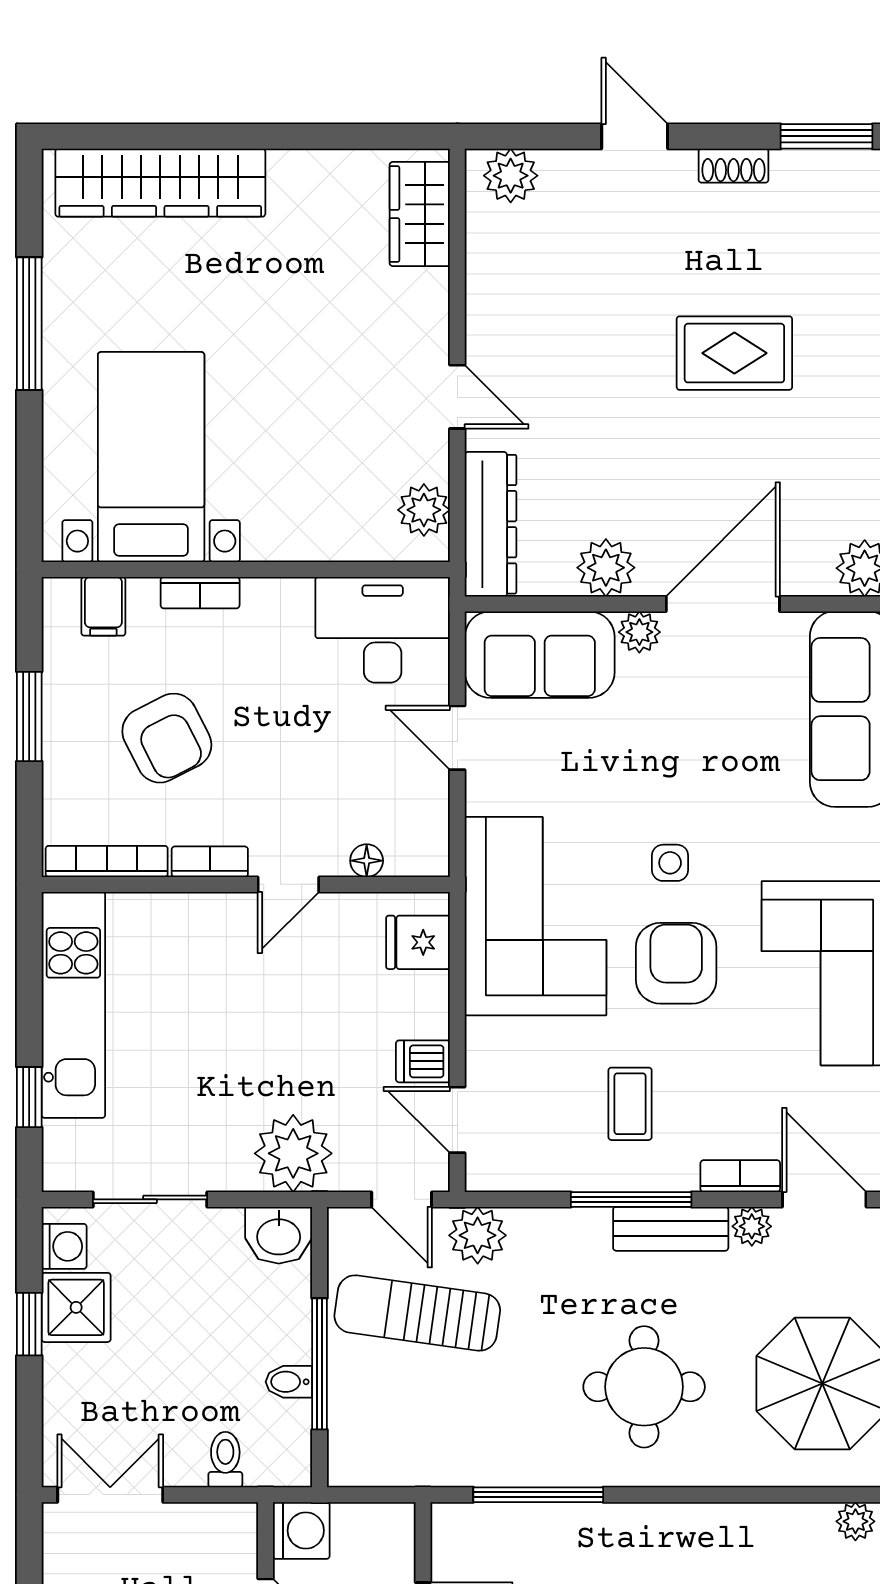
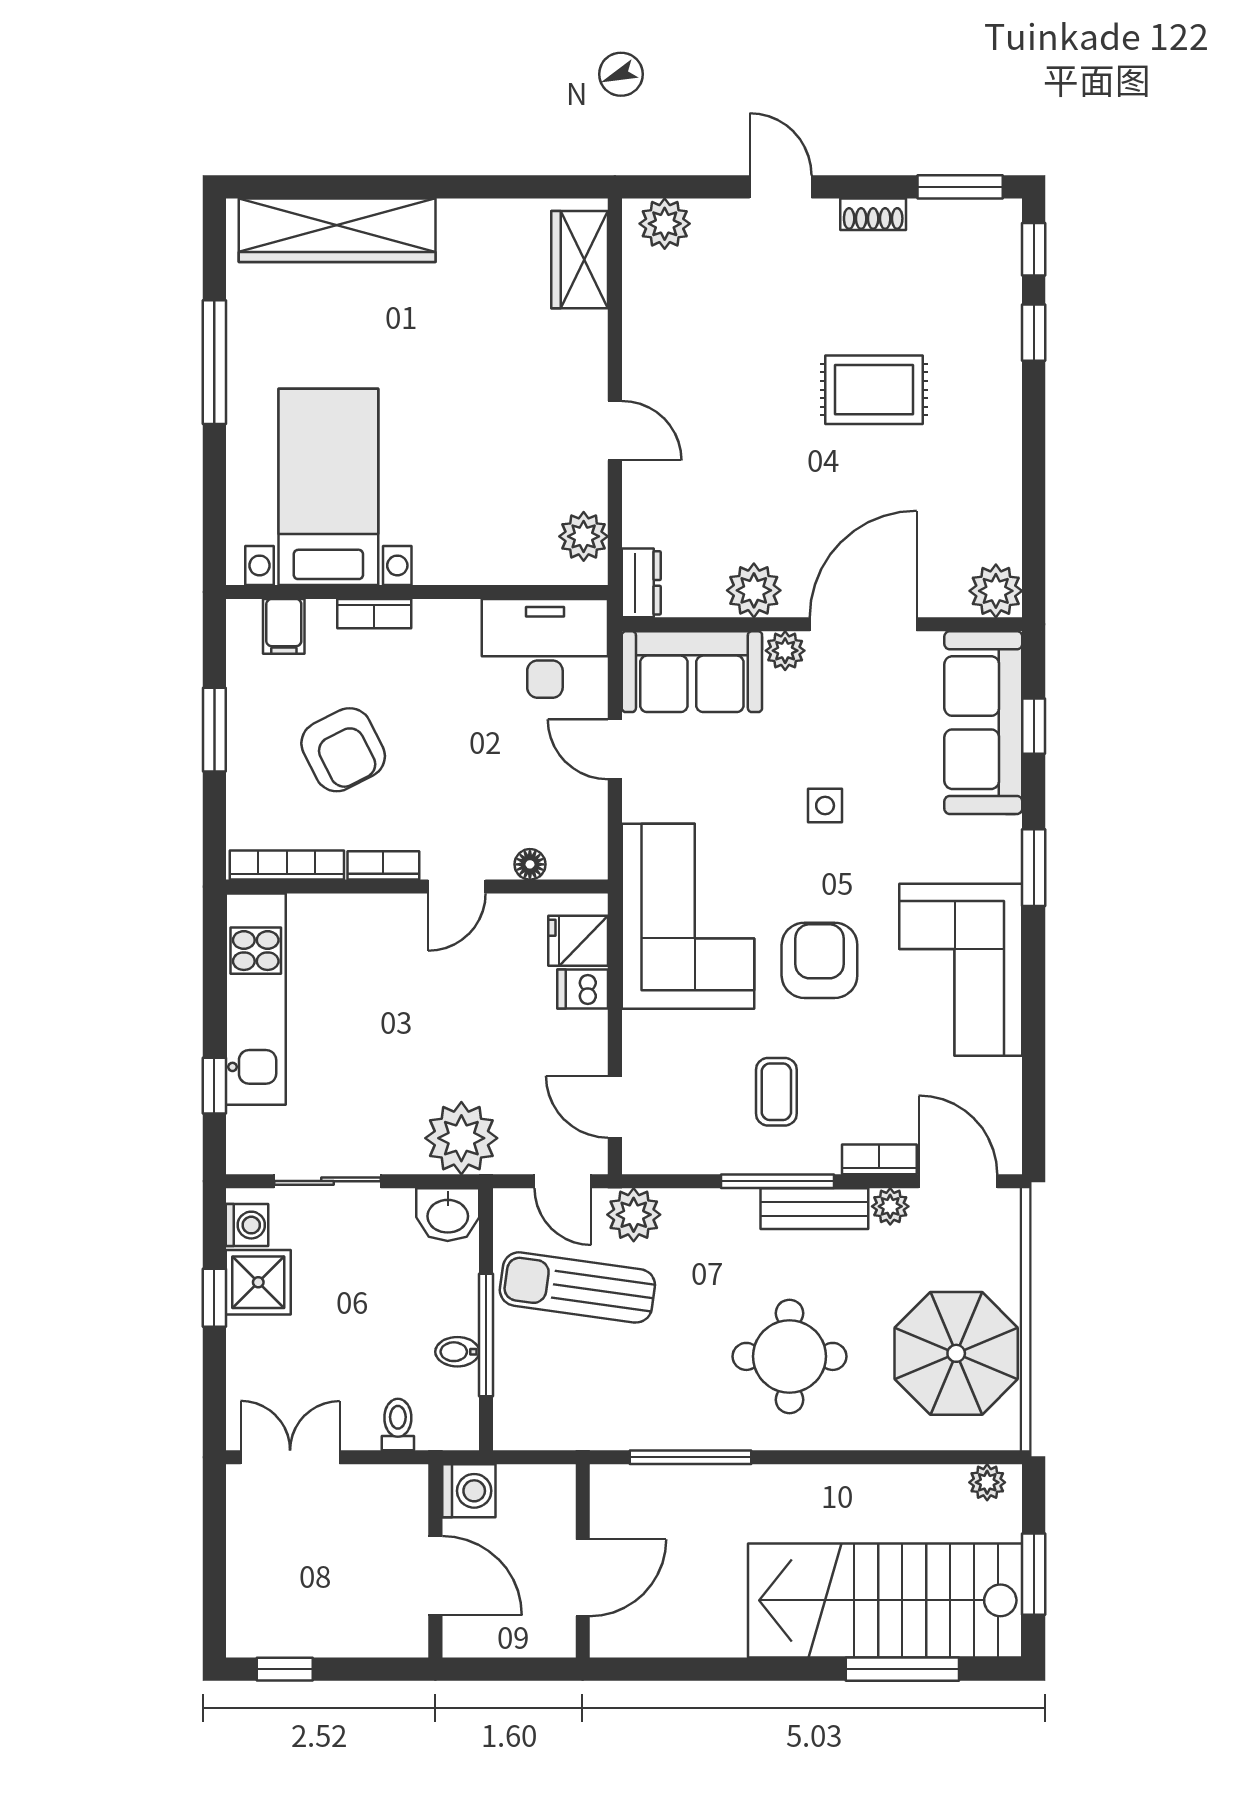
dresser: (491, 524) -> (641, 583), width x0.51, depth x0.80
side table: (670, 863) -> (825, 806), moved
dishwasher: (423, 1061) -> (583, 989), moved

